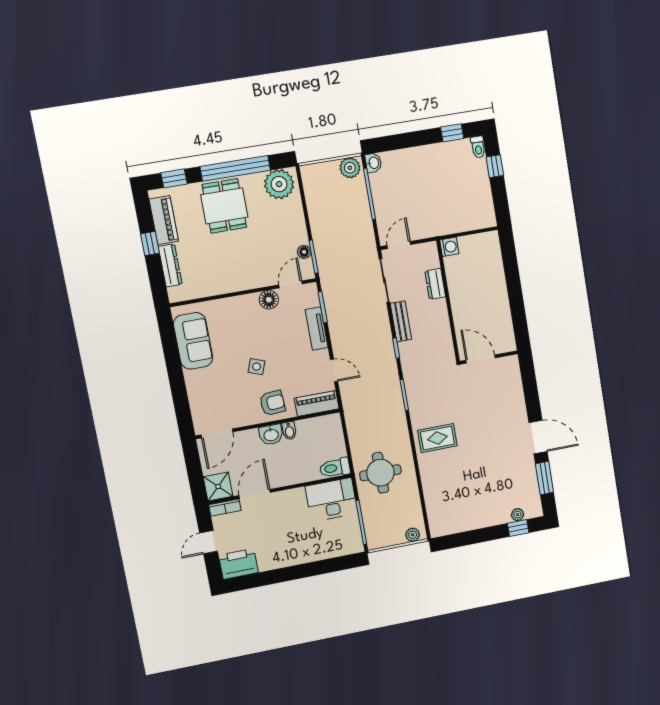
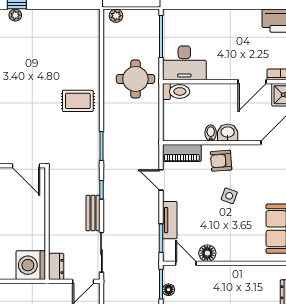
washing machine: (449, 247) -> (31, 265), width x1.89, depth x1.89
door: (291, 284) -> (186, 263), swing flipped
dresser: (435, 284) -> (56, 266), moved

